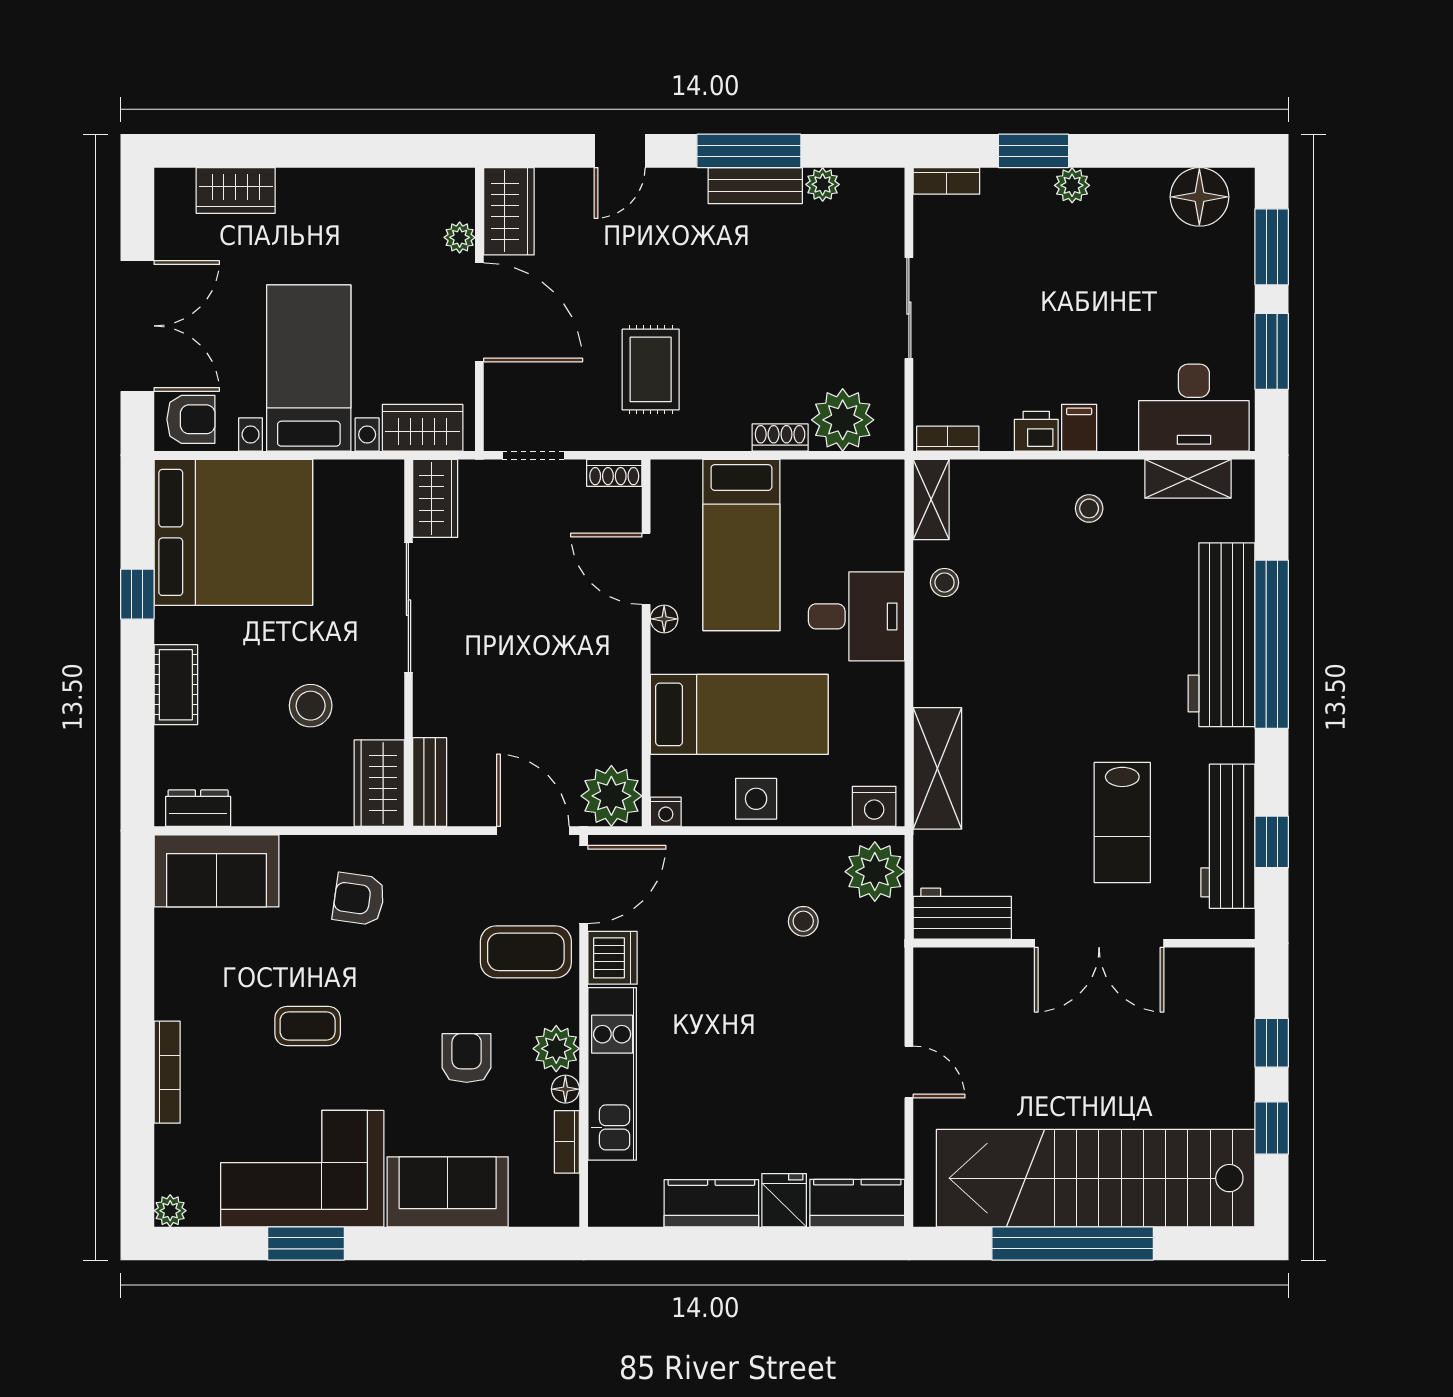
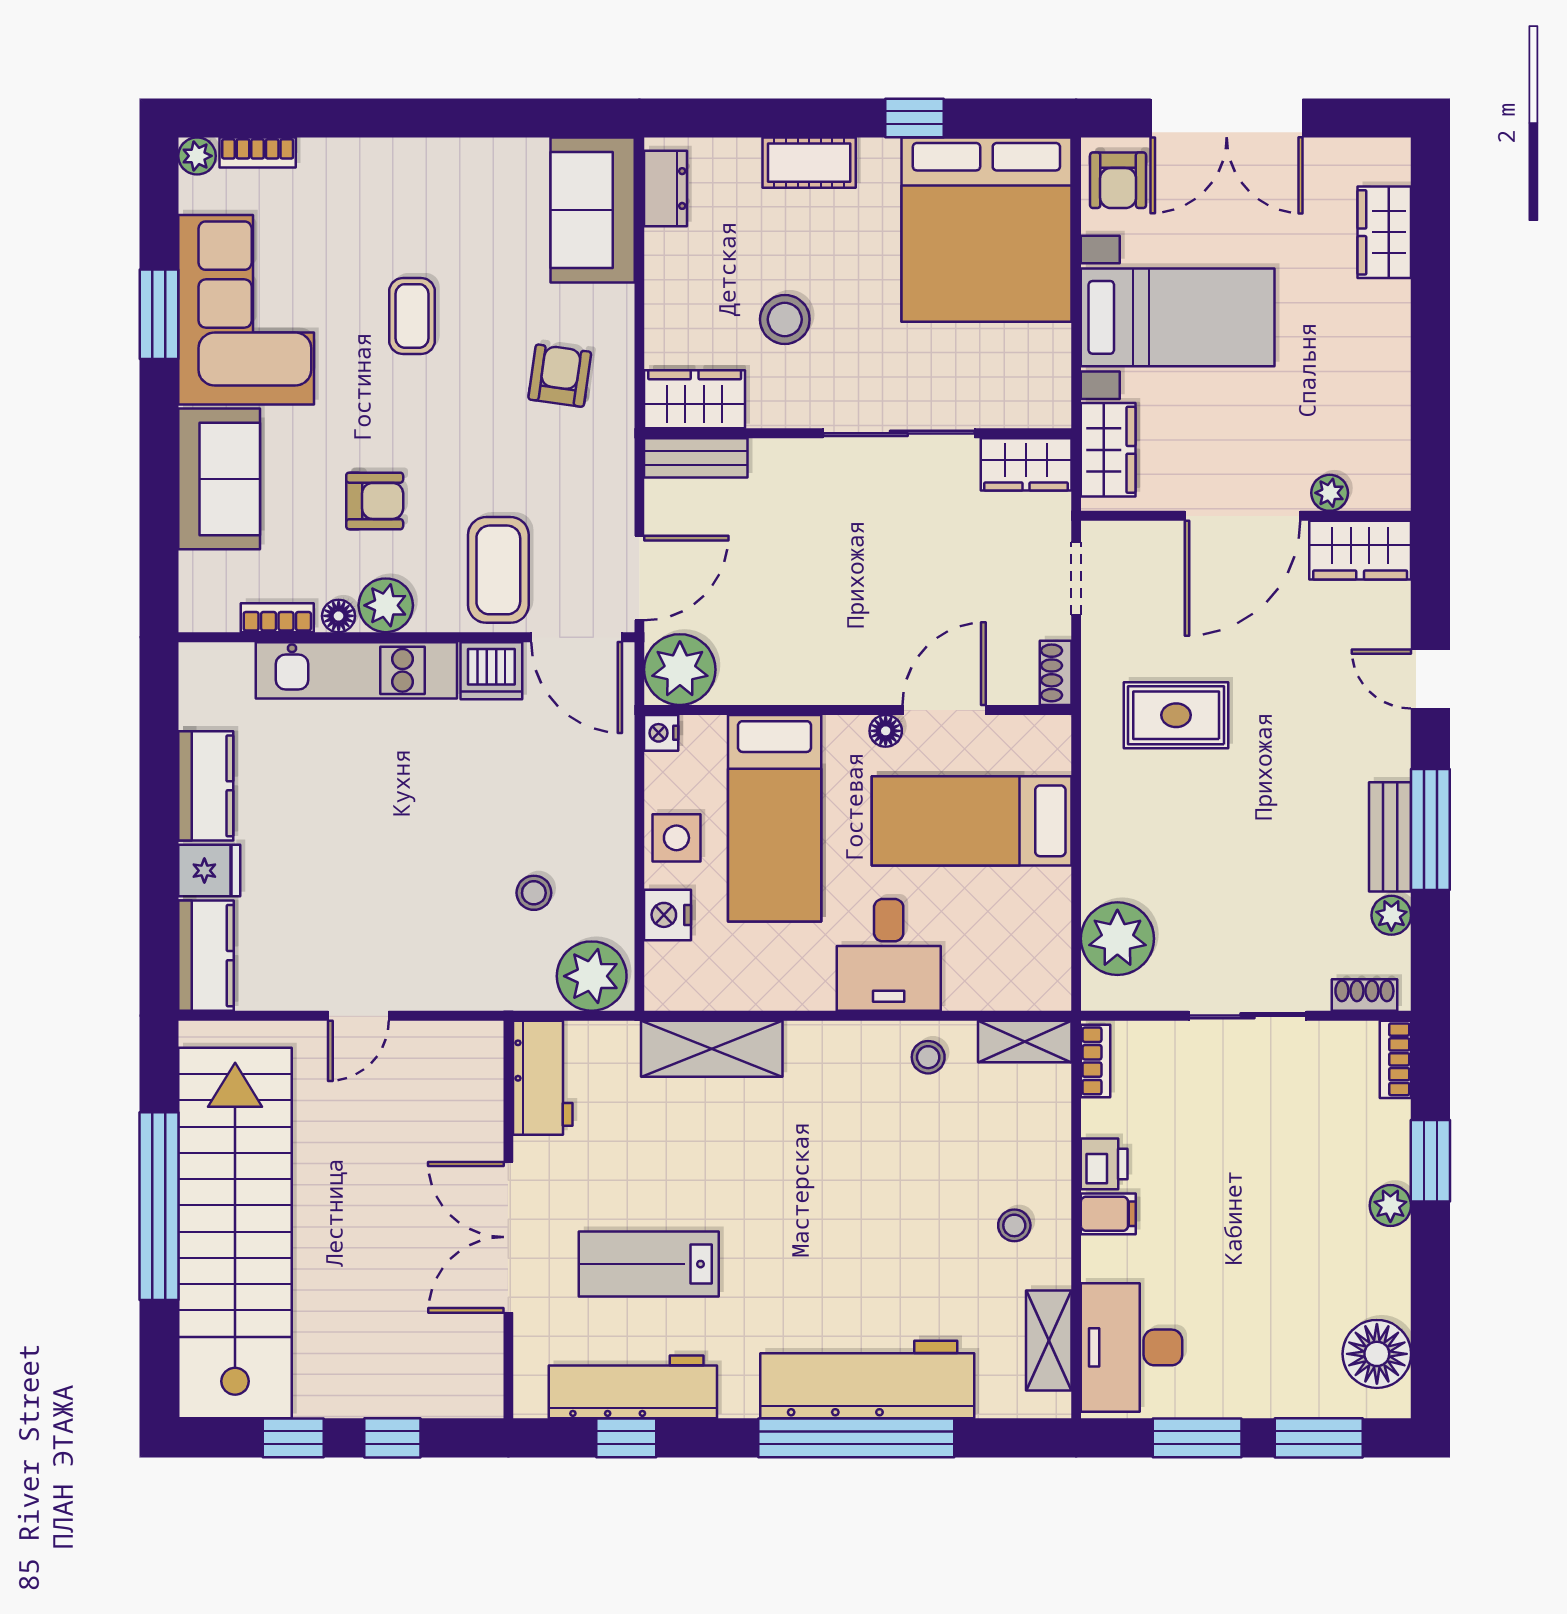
shoe rack: (780, 438) -> (1364, 995), moved, turned -90
nightstand: (874, 806) -> (668, 915), moved
bookcase: (167, 1072) -> (258, 153), moved, width x0.64

